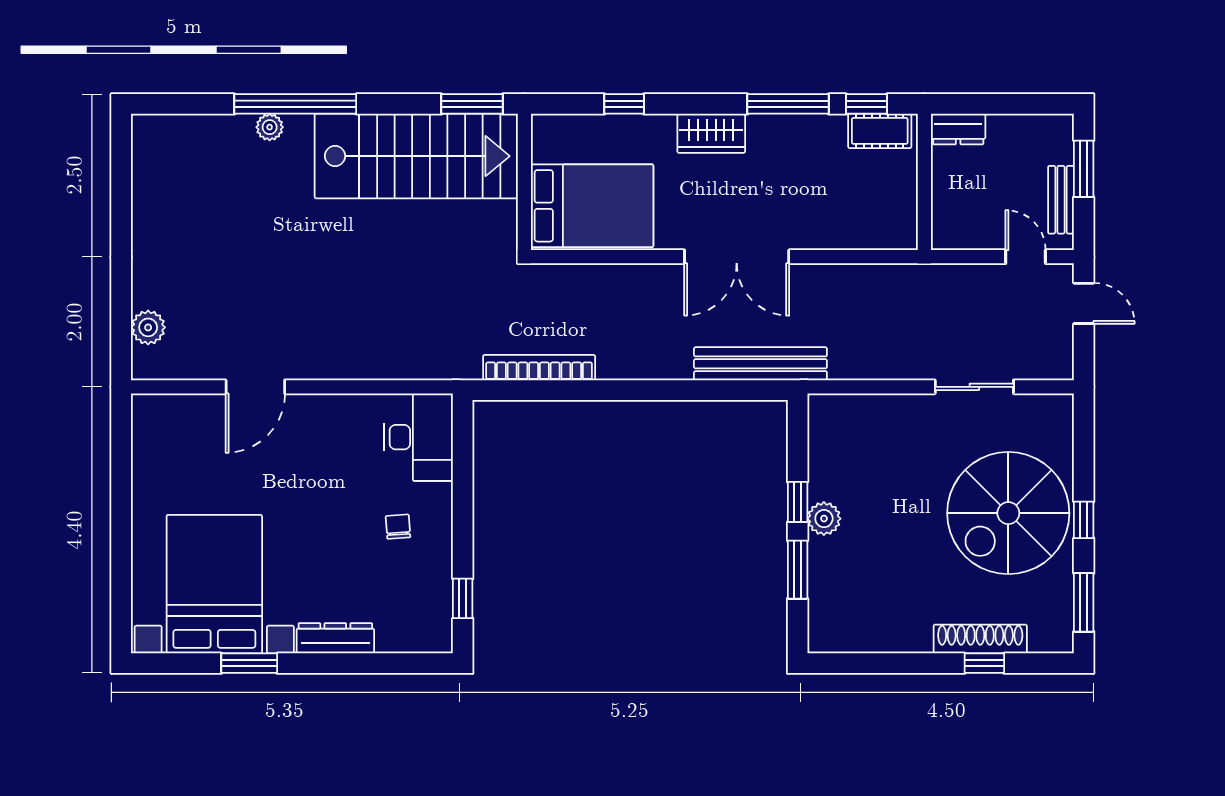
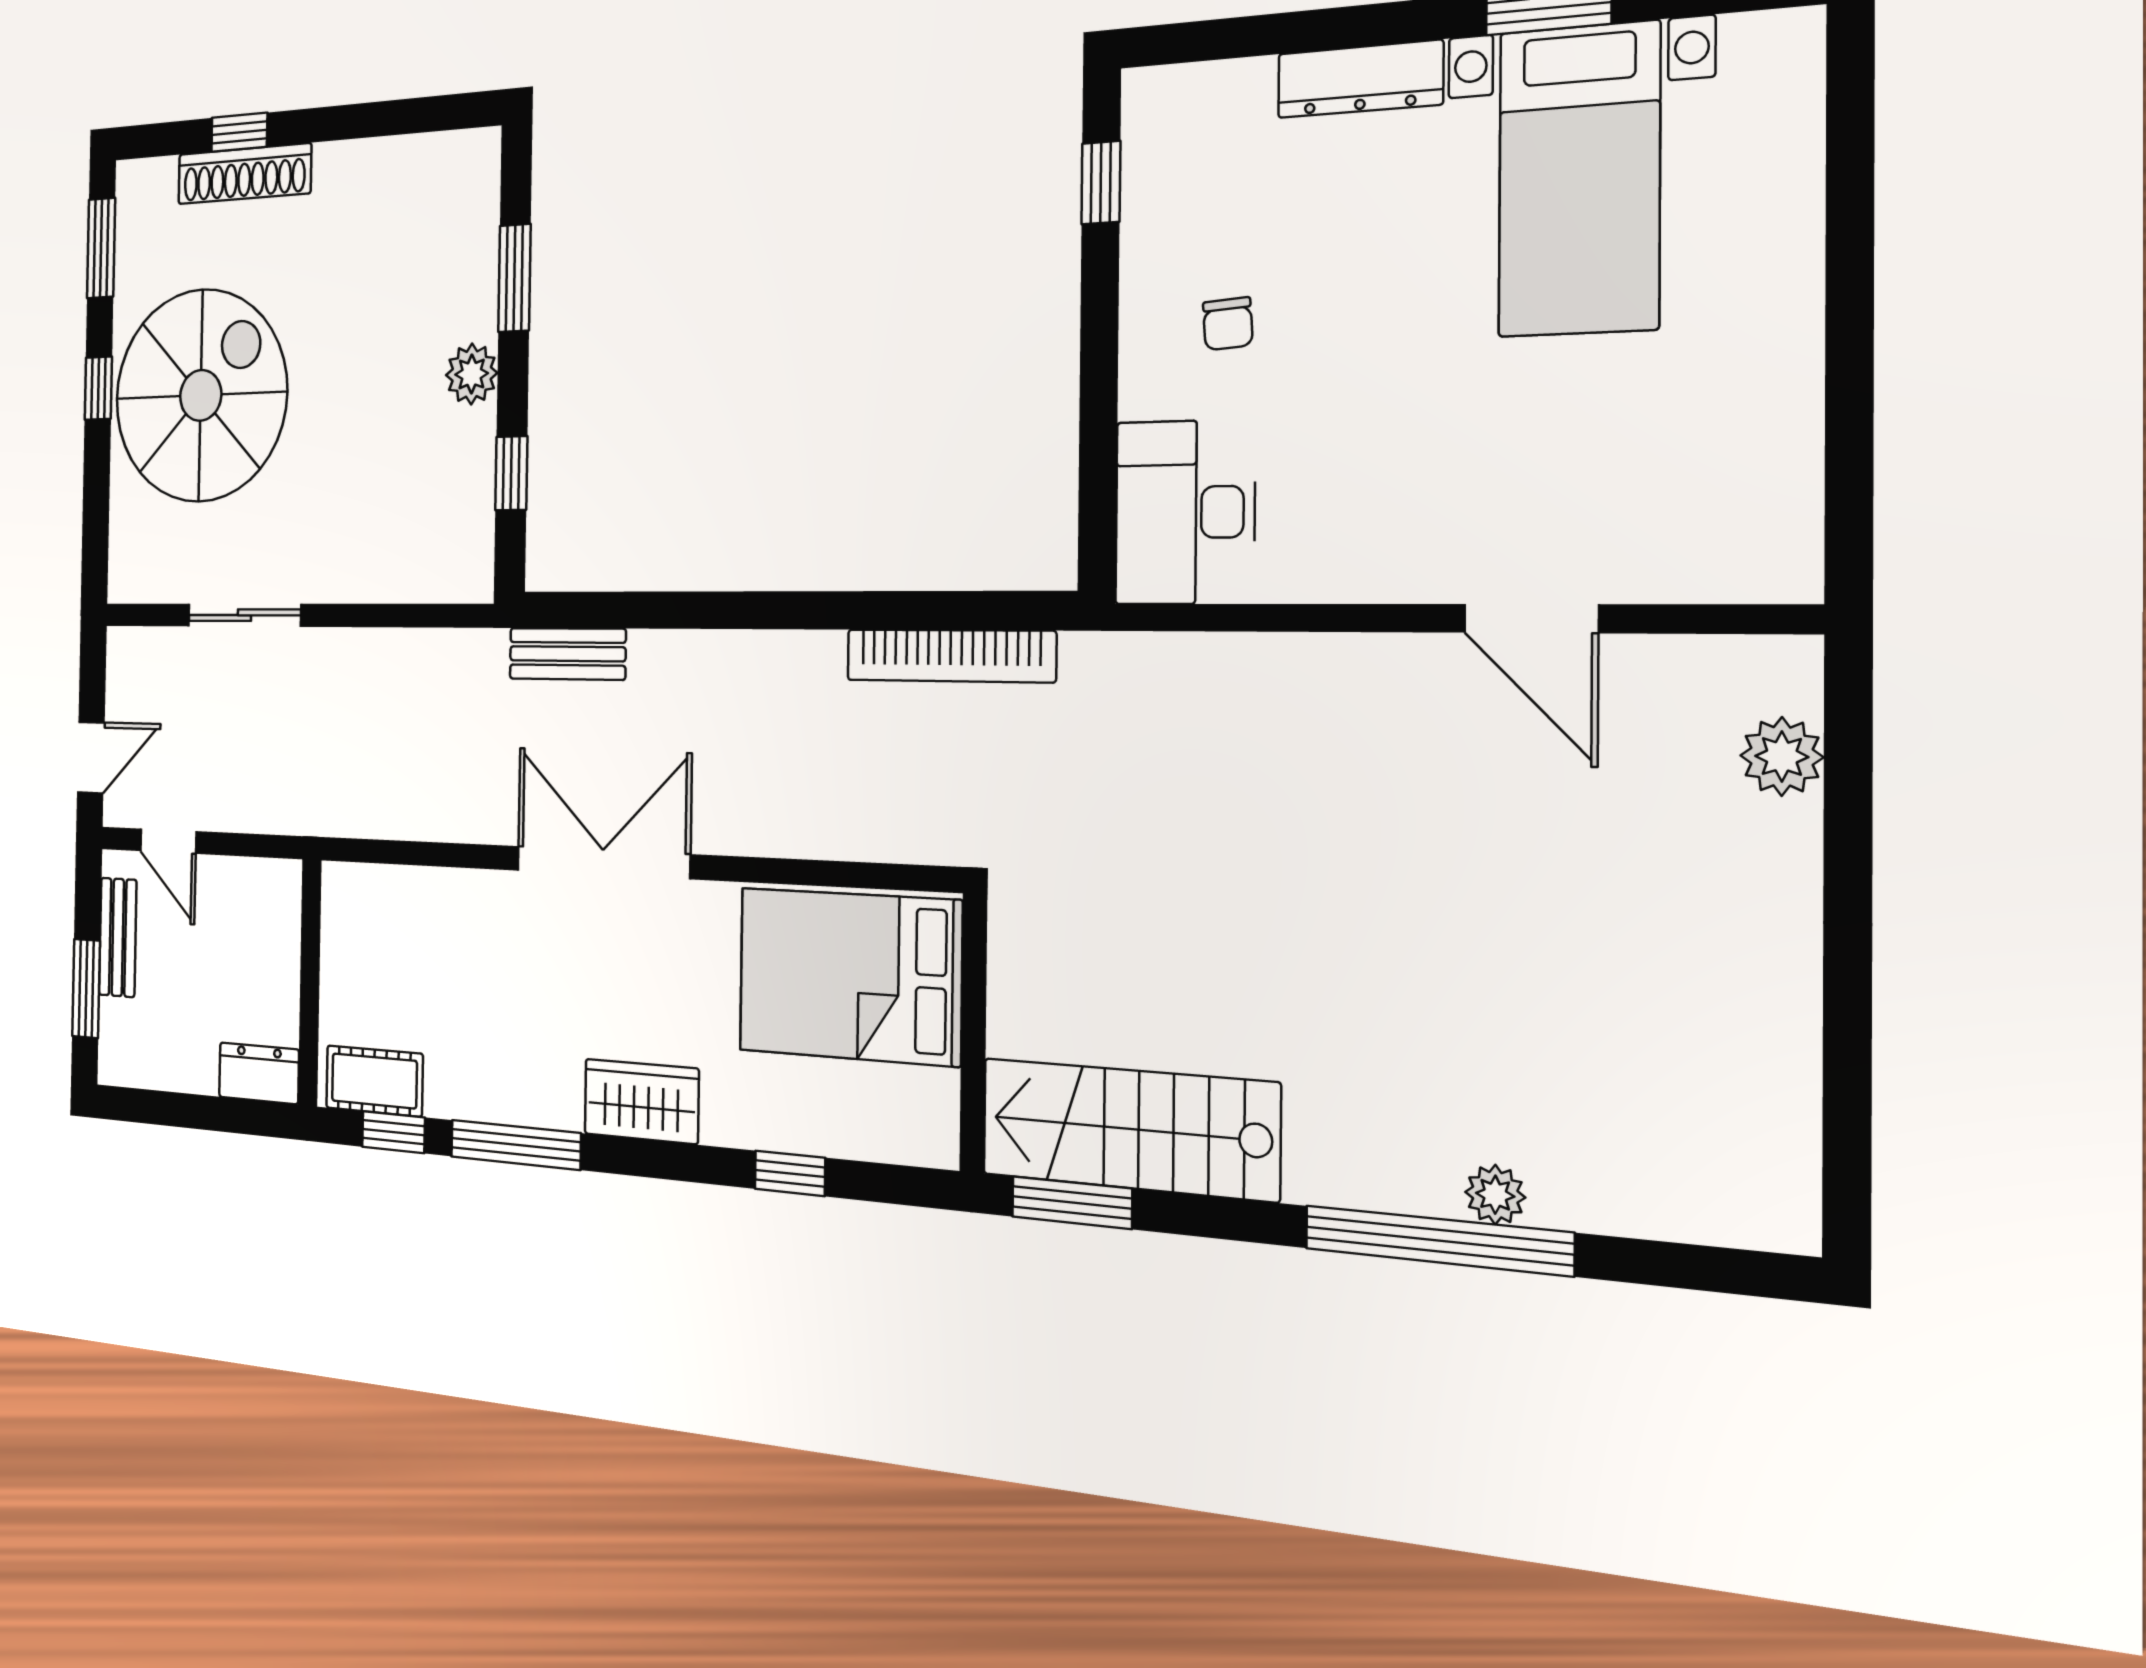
stairs: (416, 156) -> (1129, 1129), width x0.73, depth x0.66
door: (1084, 303) -> (91, 758), swing flipped
bench: (760, 364) -> (567, 654), width x0.54, depth x0.82
door: (255, 387) -> (1531, 619), swing flipped
window: (798, 502) -> (511, 473), moved
bed with nightstands: (214, 584) -> (1579, 180), width x0.73

